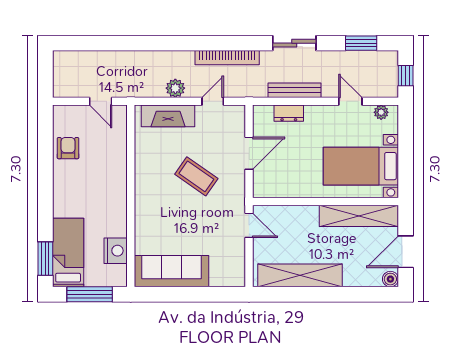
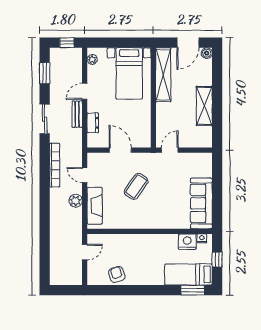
bench: (294, 90) -> (77, 114), width x0.73
door: (350, 101) -> (85, 91), moved
armchair: (68, 148) -> (117, 274), turned 72
door: (406, 252) -> (188, 43), hinge flipped
nightstand: (121, 272) -> (202, 238), added
shelving: (300, 275) -> (204, 106), width x0.68
window: (90, 294) -> (217, 260), width x0.46

